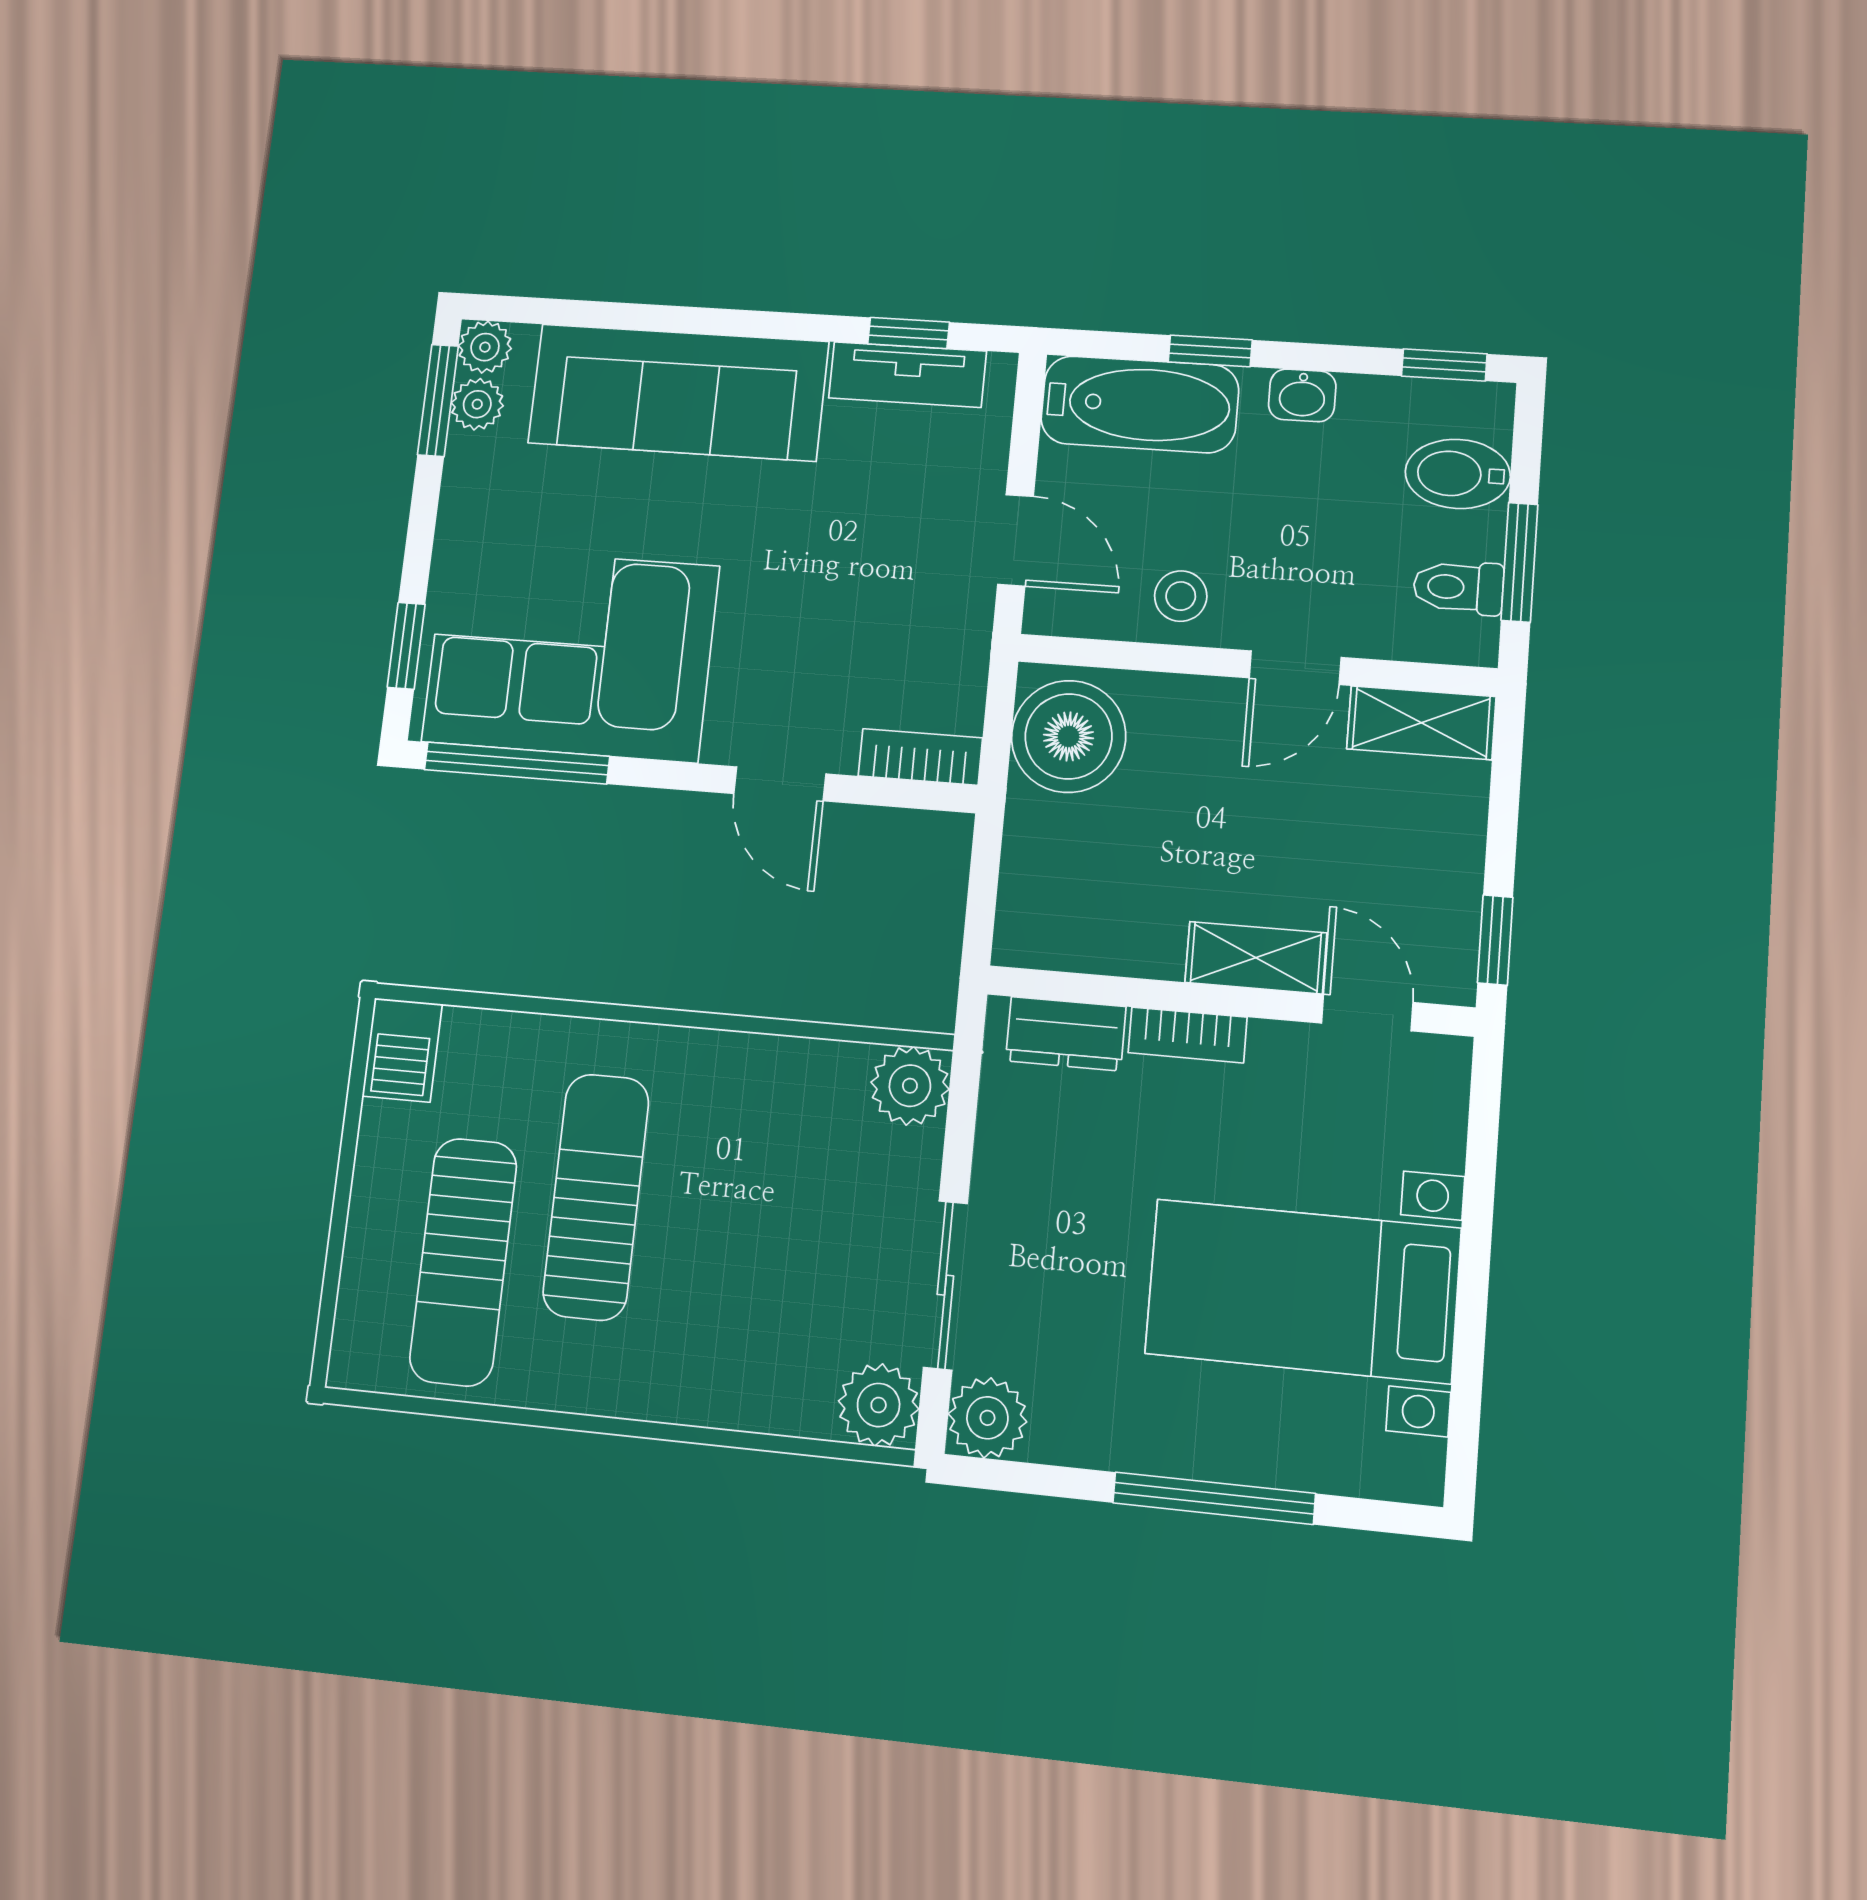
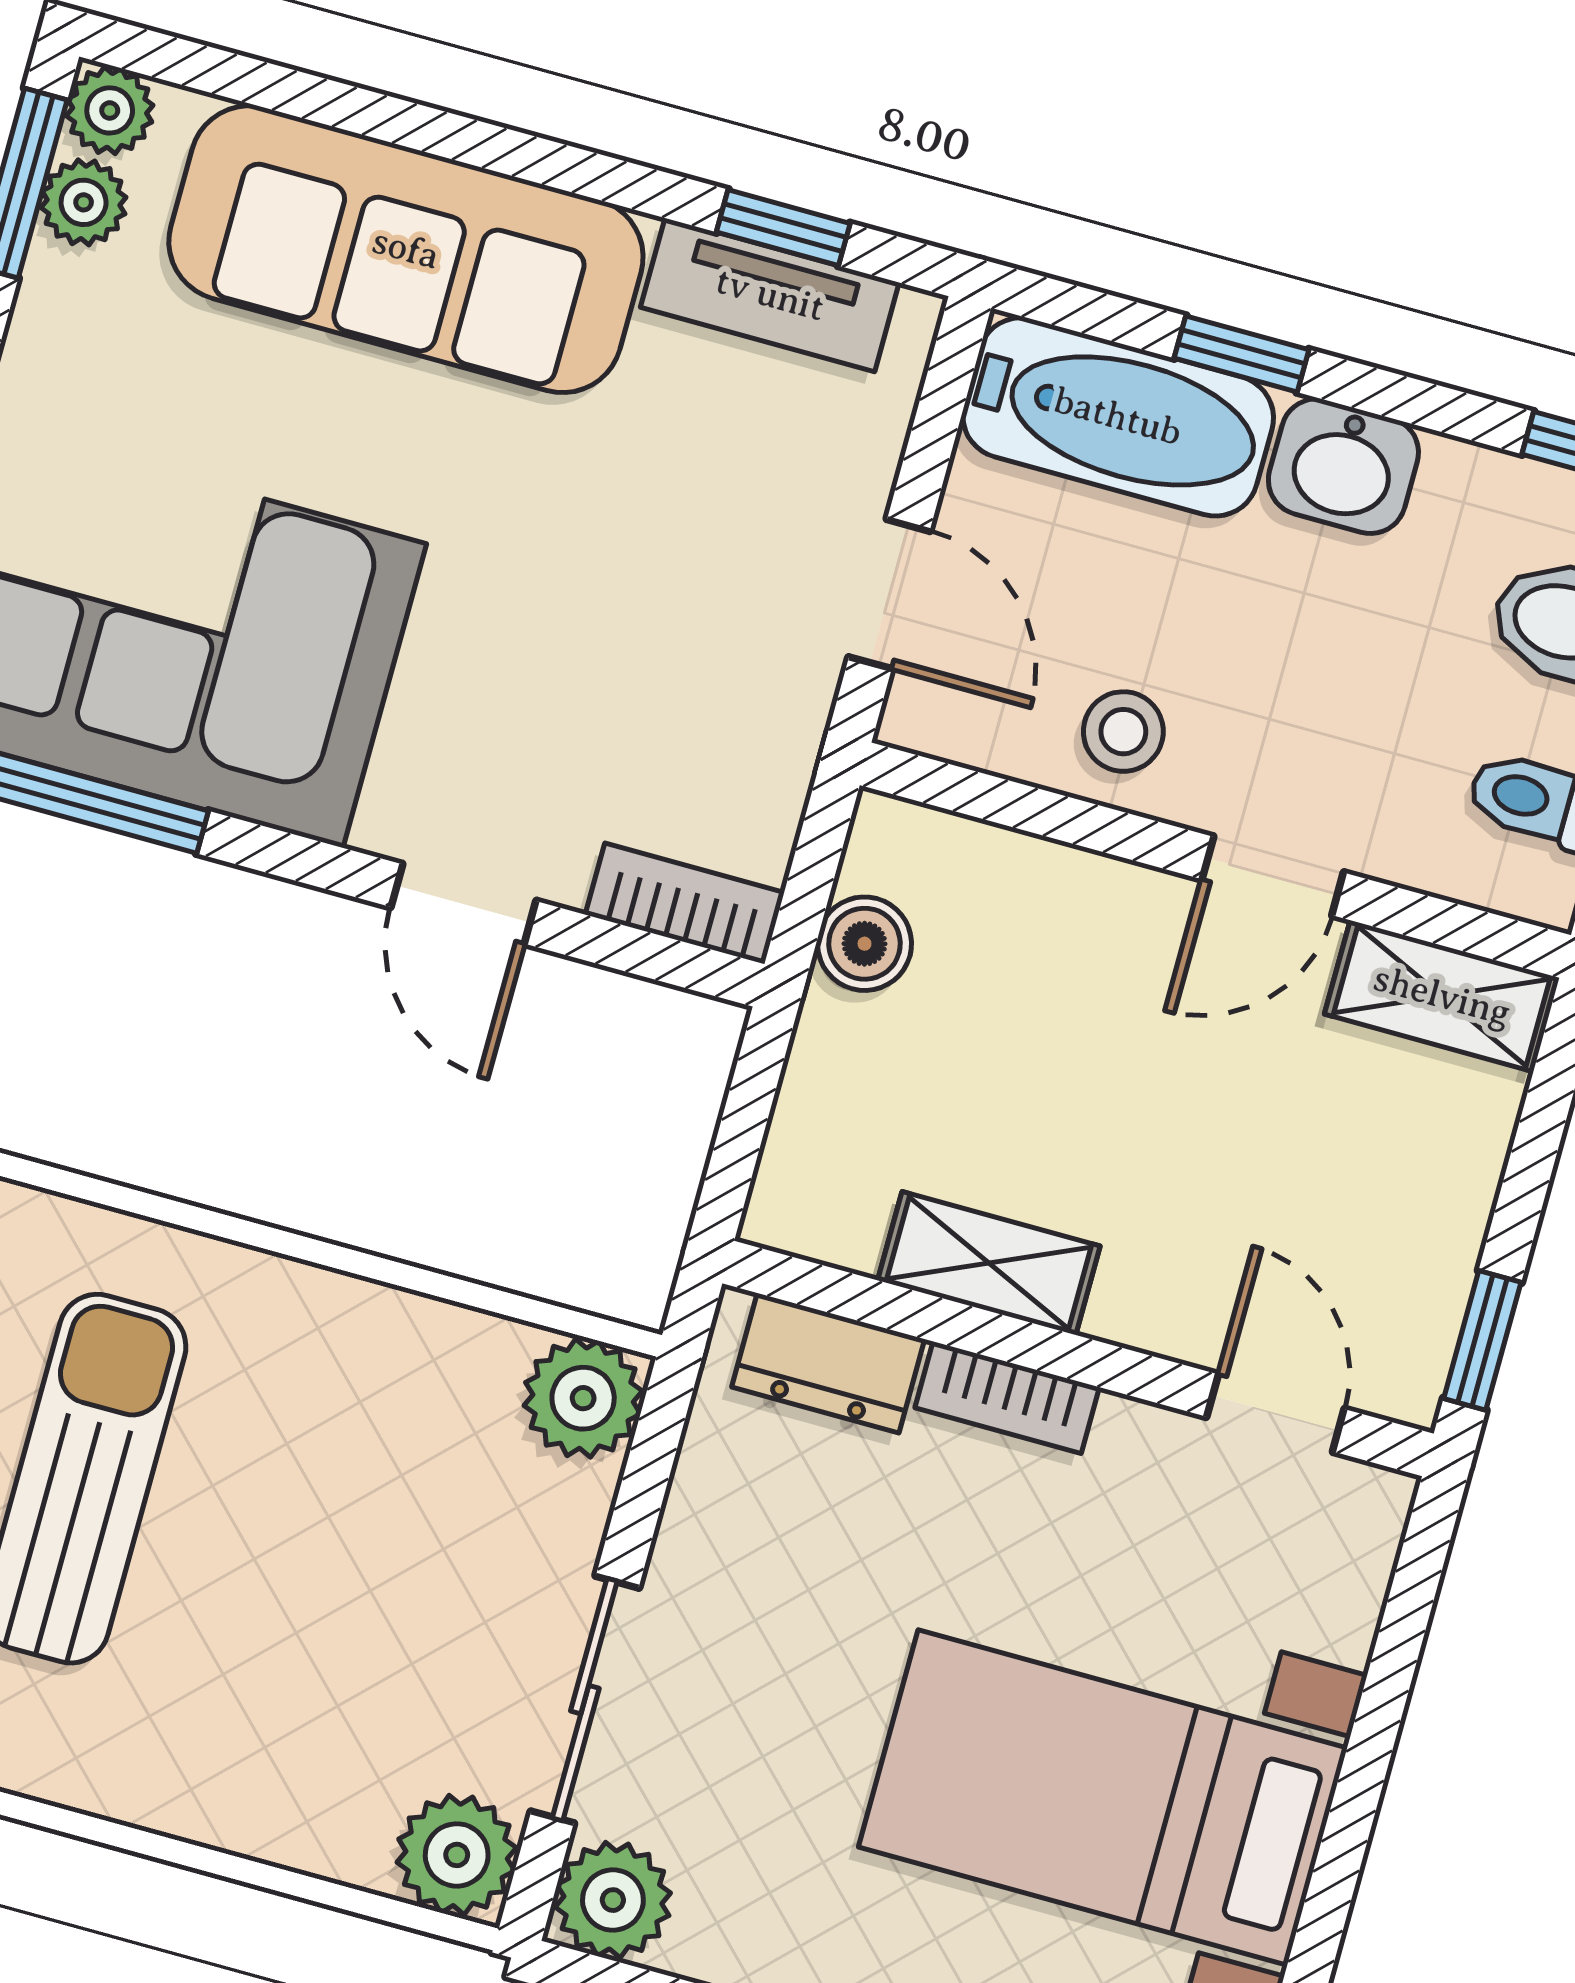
washbasin: (1302, 395) -> (1343, 466), width x1.38, depth x1.45
boiler: (1069, 736) -> (865, 944), width x0.54, depth x0.54
shelving: (1256, 958) -> (989, 1263), moved

